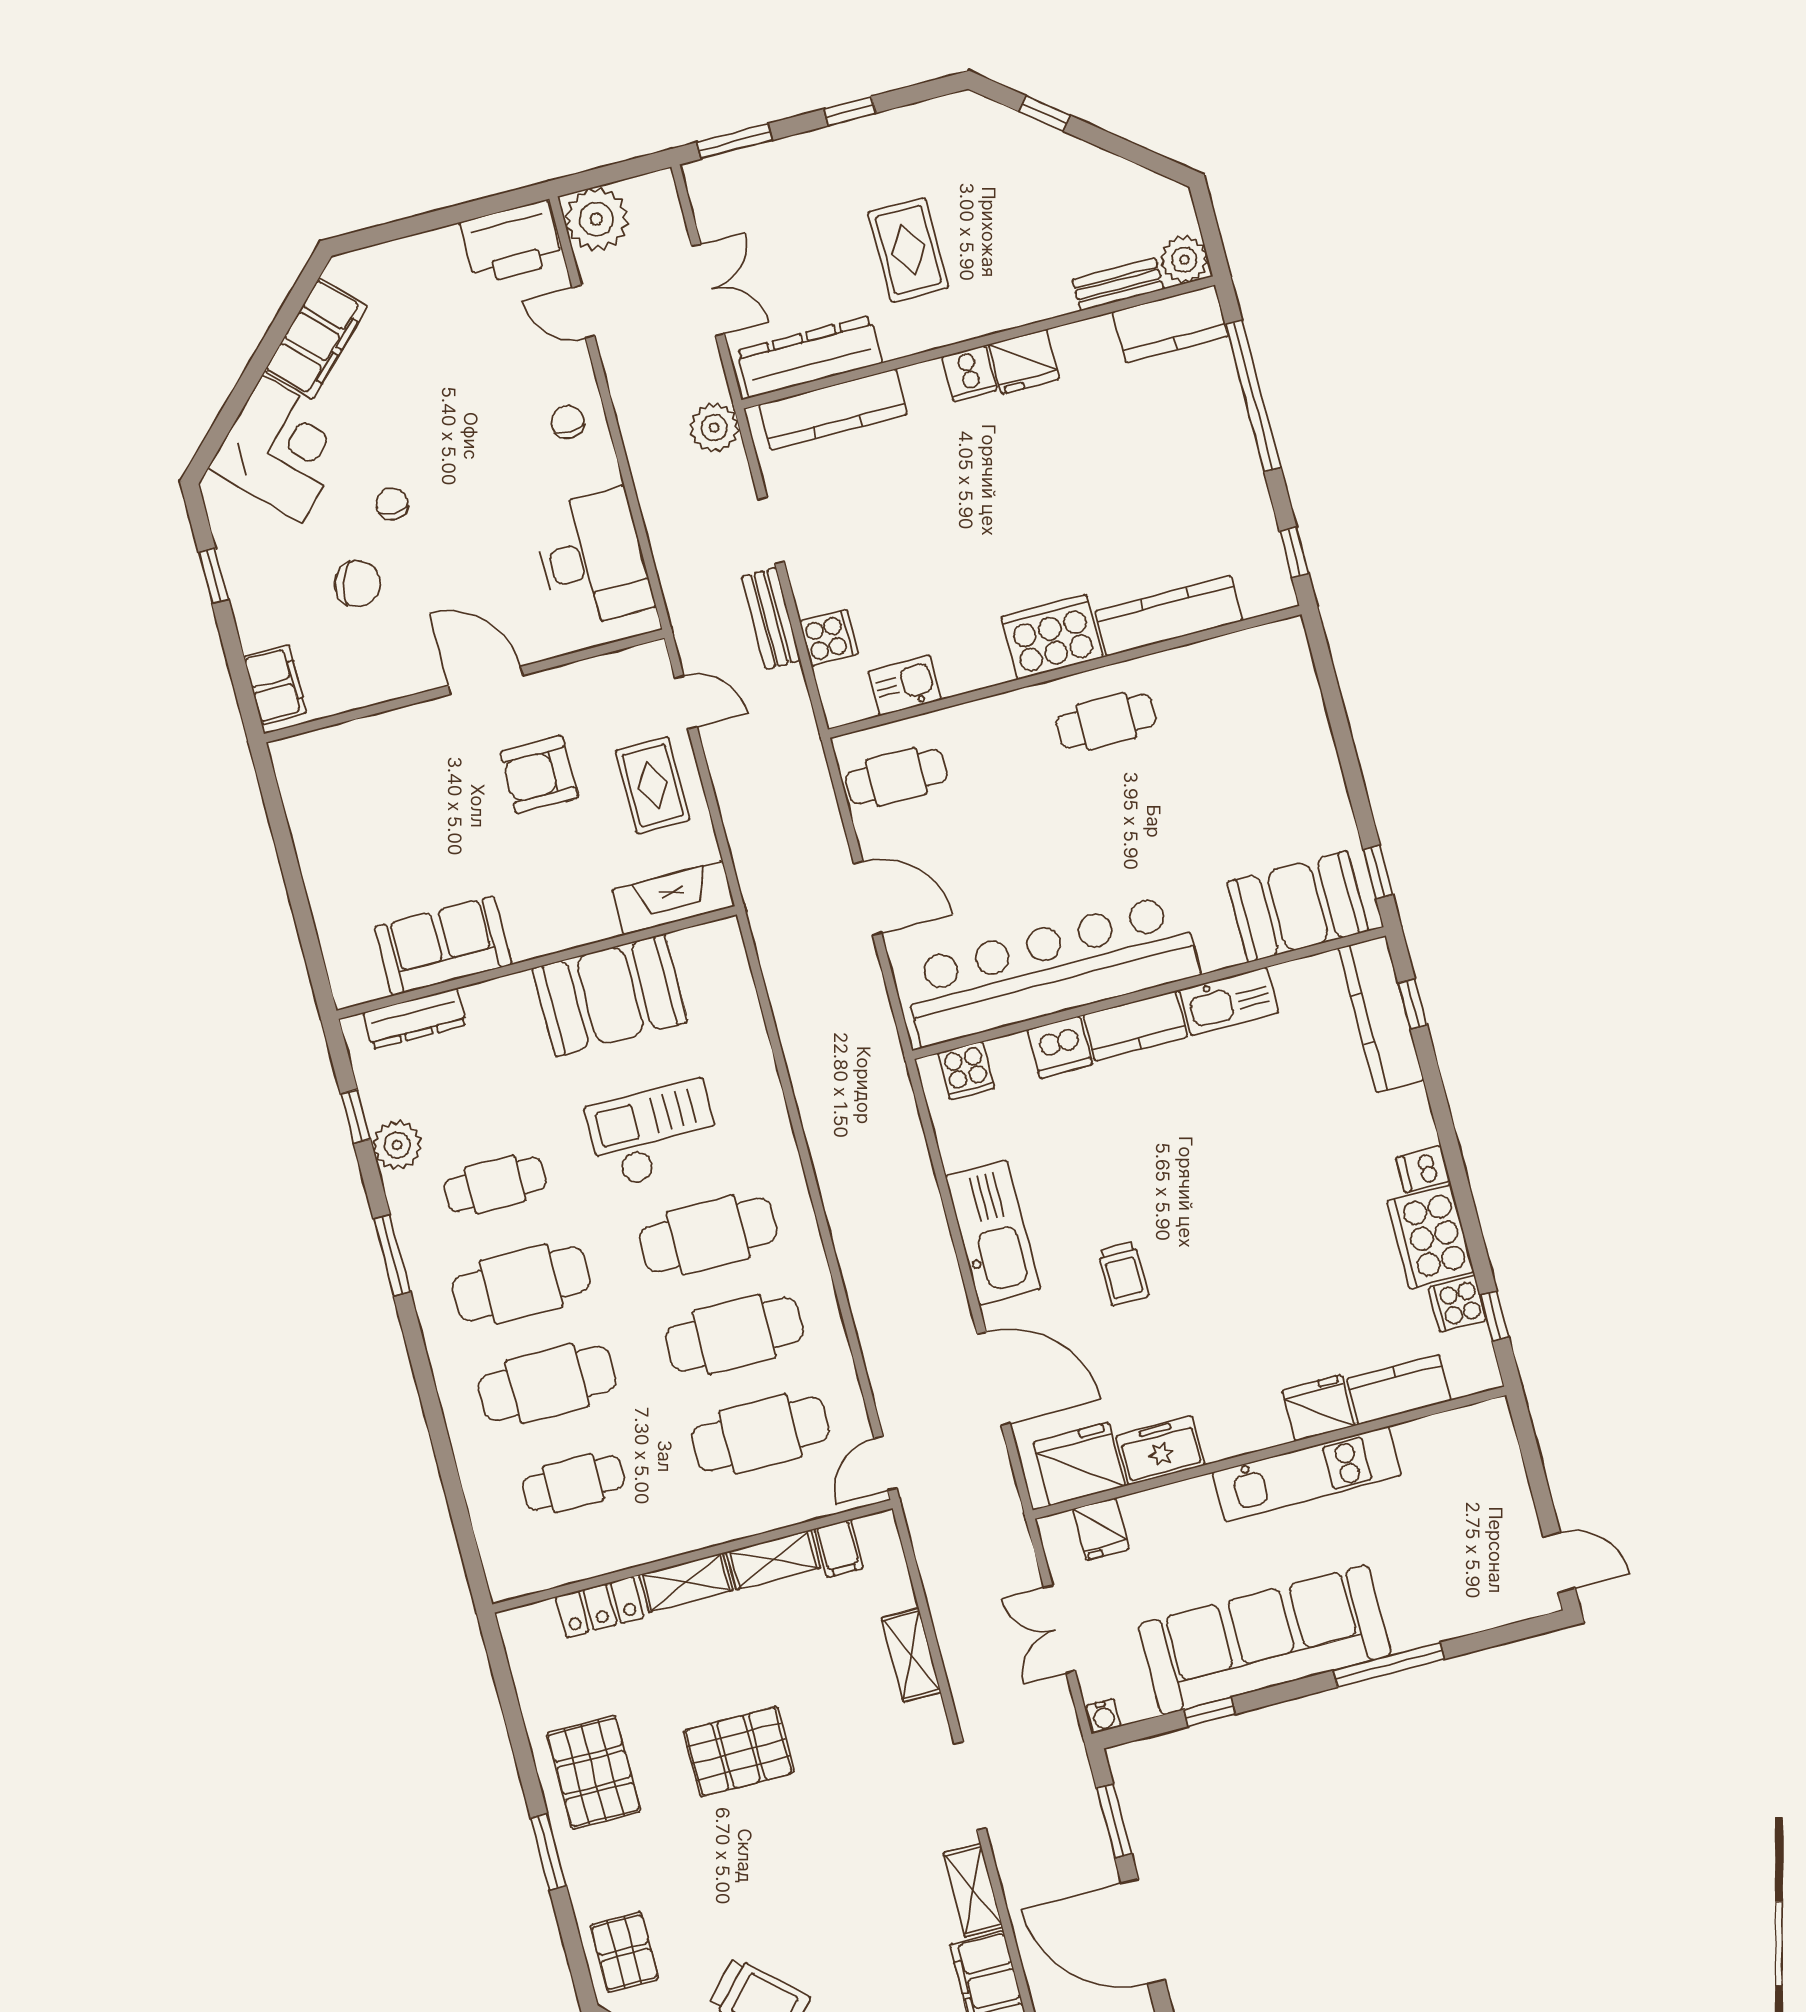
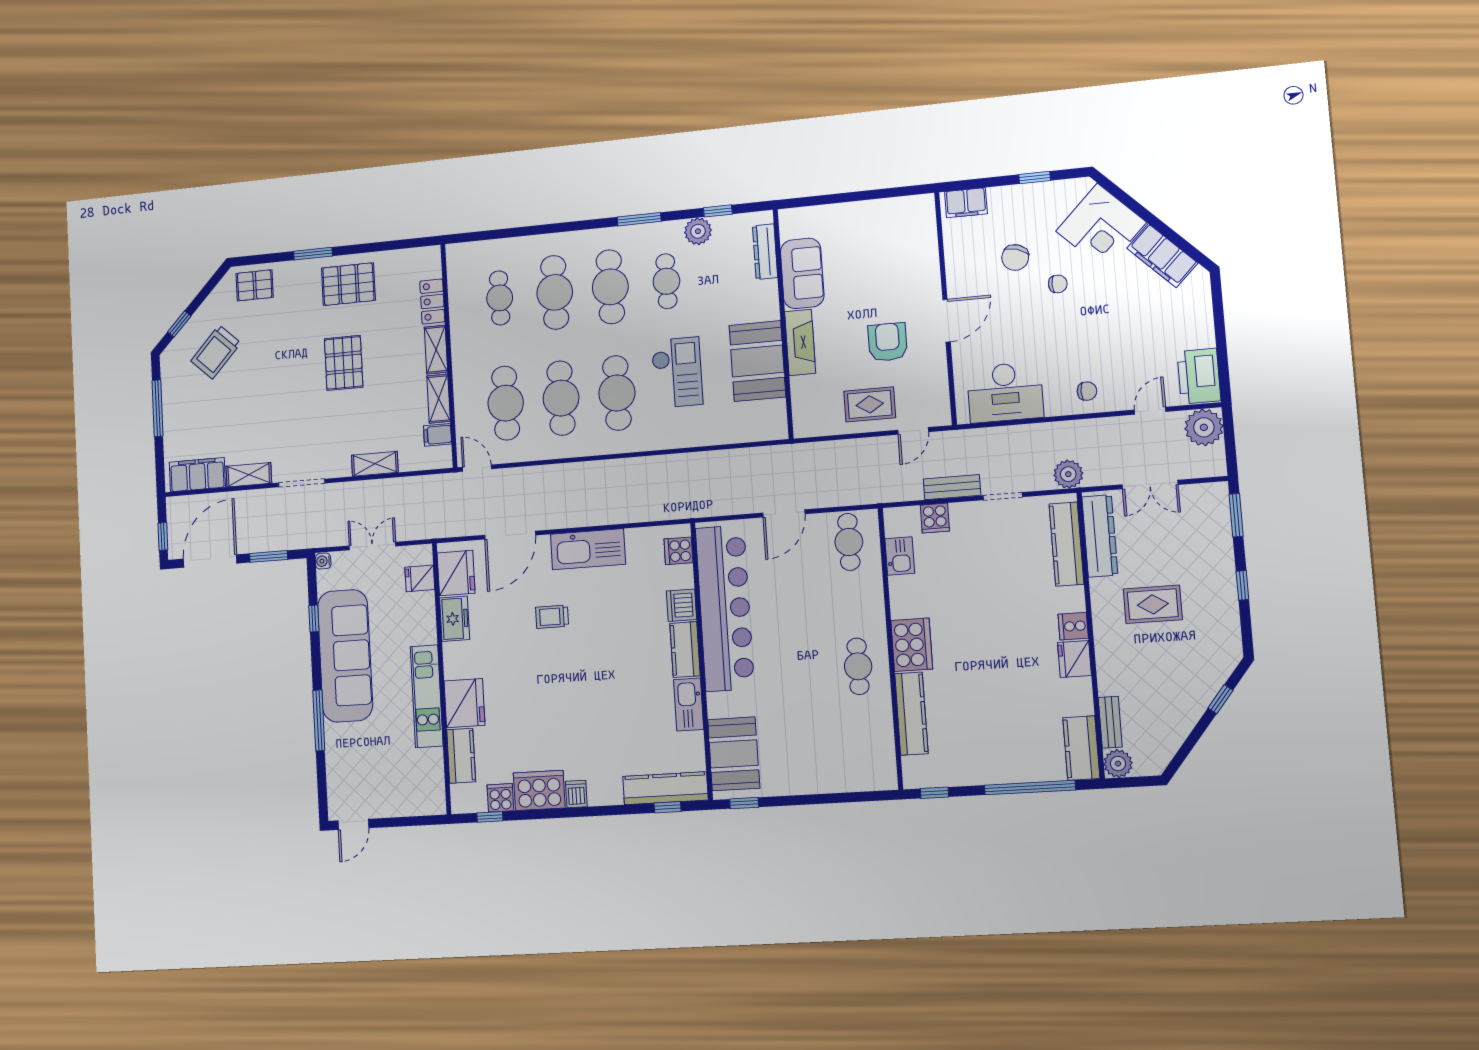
fireplace: (673, 898) -> (800, 342), moved
fridge: (1318, 1408) -> (465, 703), width x1.36, depth x1.34

